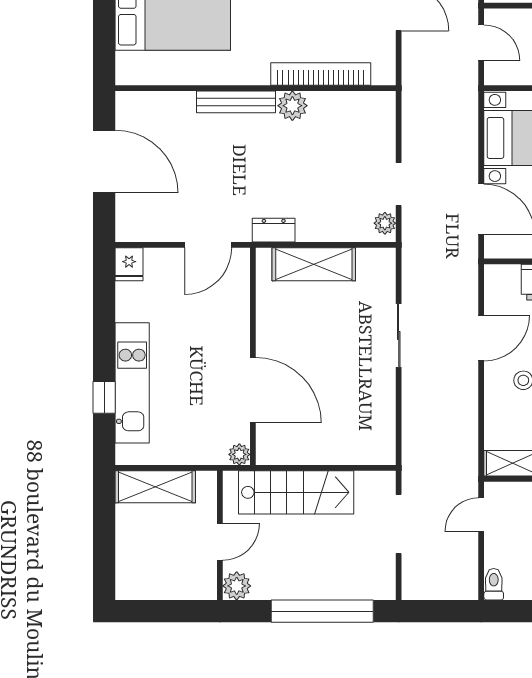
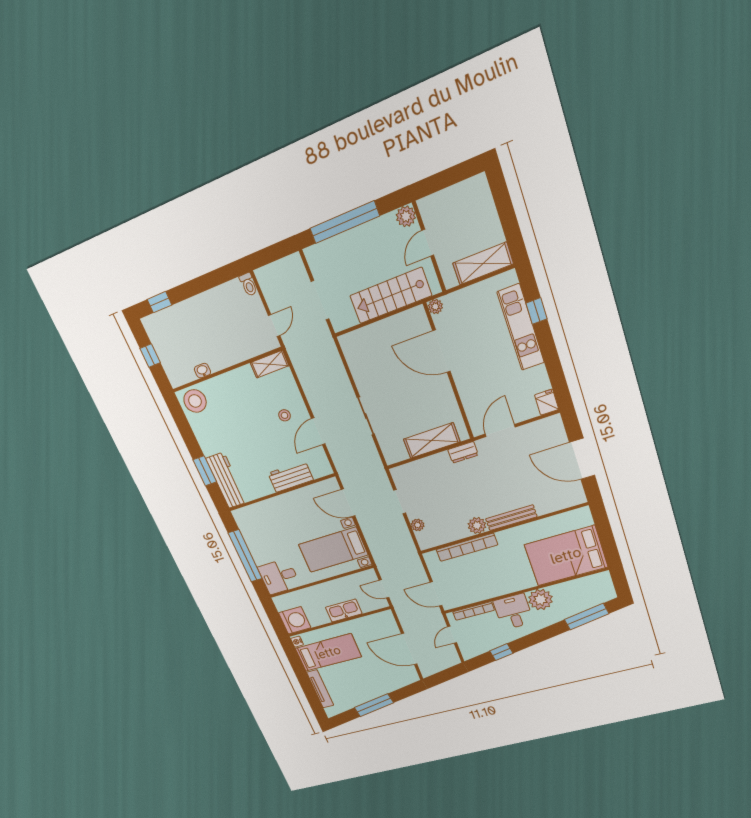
plant: (385, 223) -> (418, 525), moved

